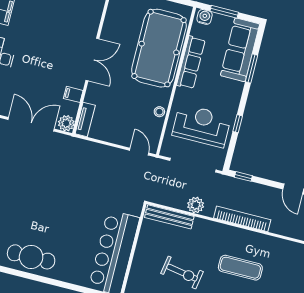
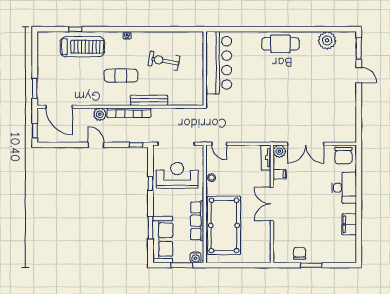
reception desk: (202, 126) -> (177, 175), turned 180
plant: (196, 205) -> (100, 114), moved
bench: (169, 217) -> (149, 100), moved

